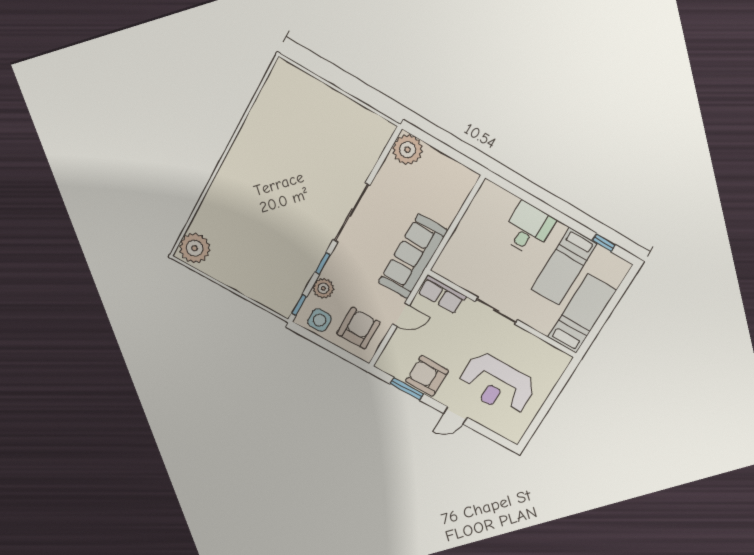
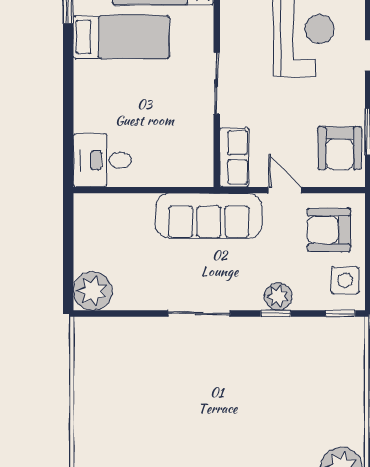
sliding door: (351, 213) -> (199, 313), width x0.73
desk: (528, 229) -> (102, 160), moved
plant: (323, 288) -> (278, 297), moved
armchair: (427, 376) -> (340, 148), moved

